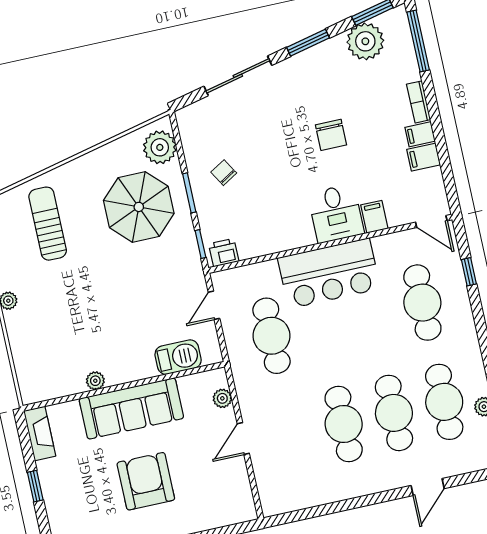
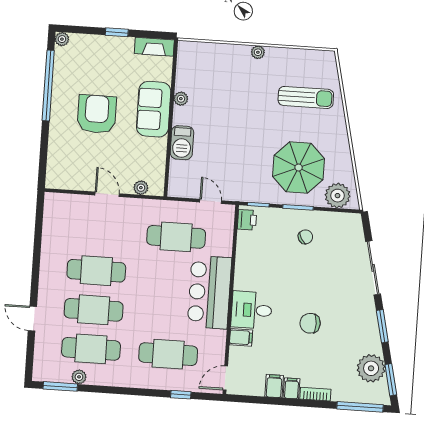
barbecue: (178, 357) -> (182, 143), moved
sofa: (131, 408) -> (154, 109), width x0.73
armchair: (146, 481) -> (97, 114), turned -90

